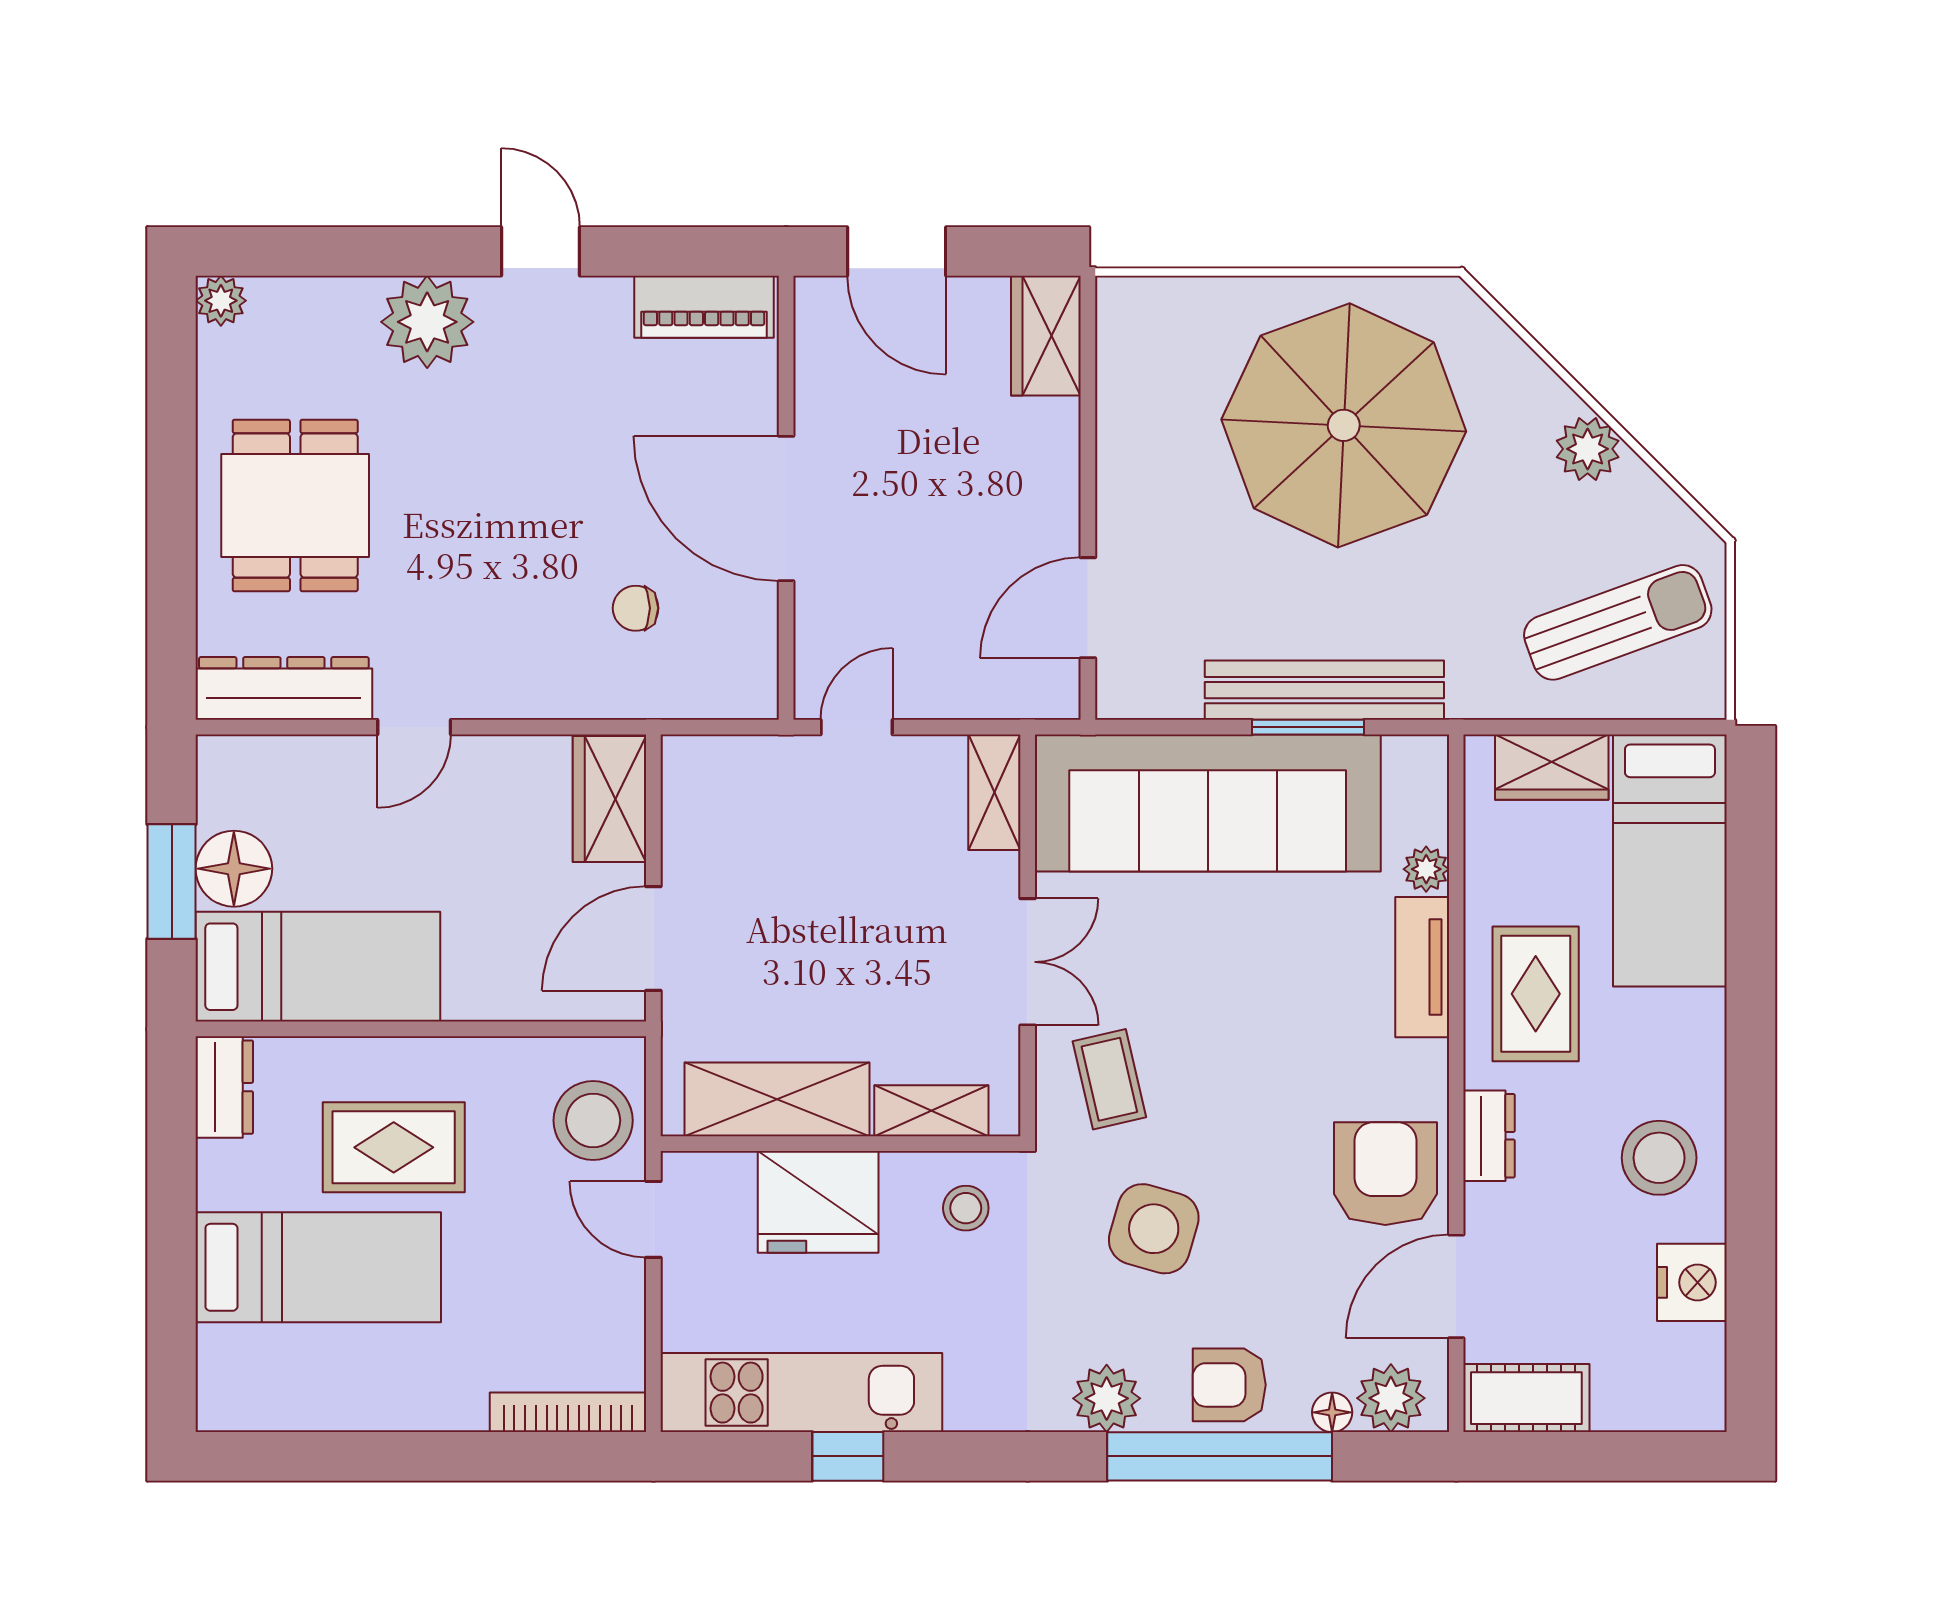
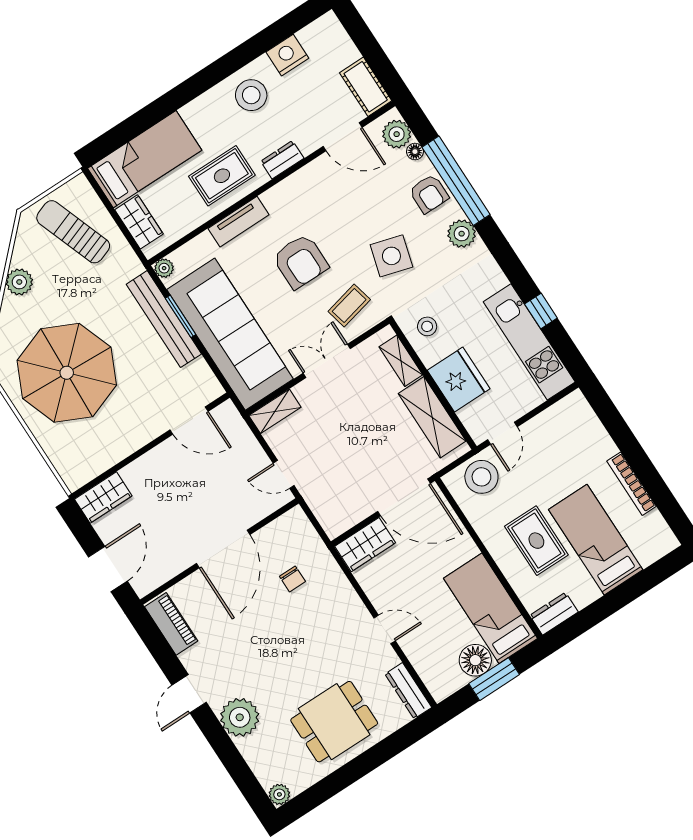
dresser: (284, 688) -> (408, 691), width x0.73, depth x0.80
plant: (1426, 869) -> (164, 268), moved
door: (653, 938) -> (404, 497), width x1.36
armchair: (1385, 1174) -> (300, 261), moved, turned -90
bookcase: (568, 1412) -> (632, 484), moved

